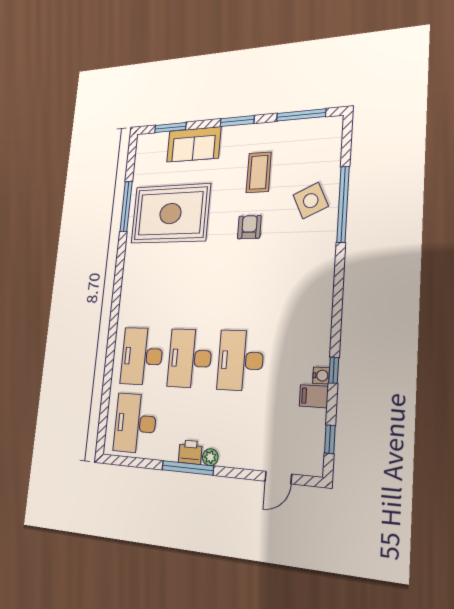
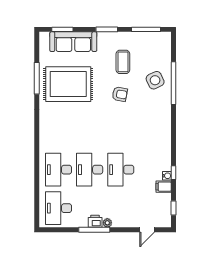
sofa: (194, 144) -> (73, 42), width x1.36
armchair: (249, 227) -> (120, 94), turned 101

